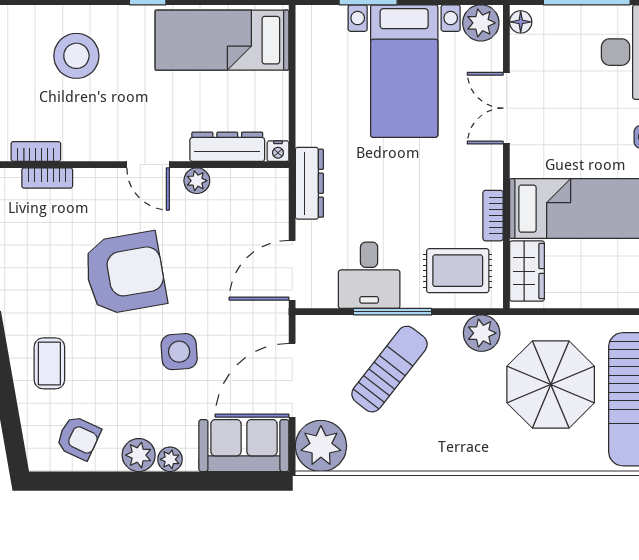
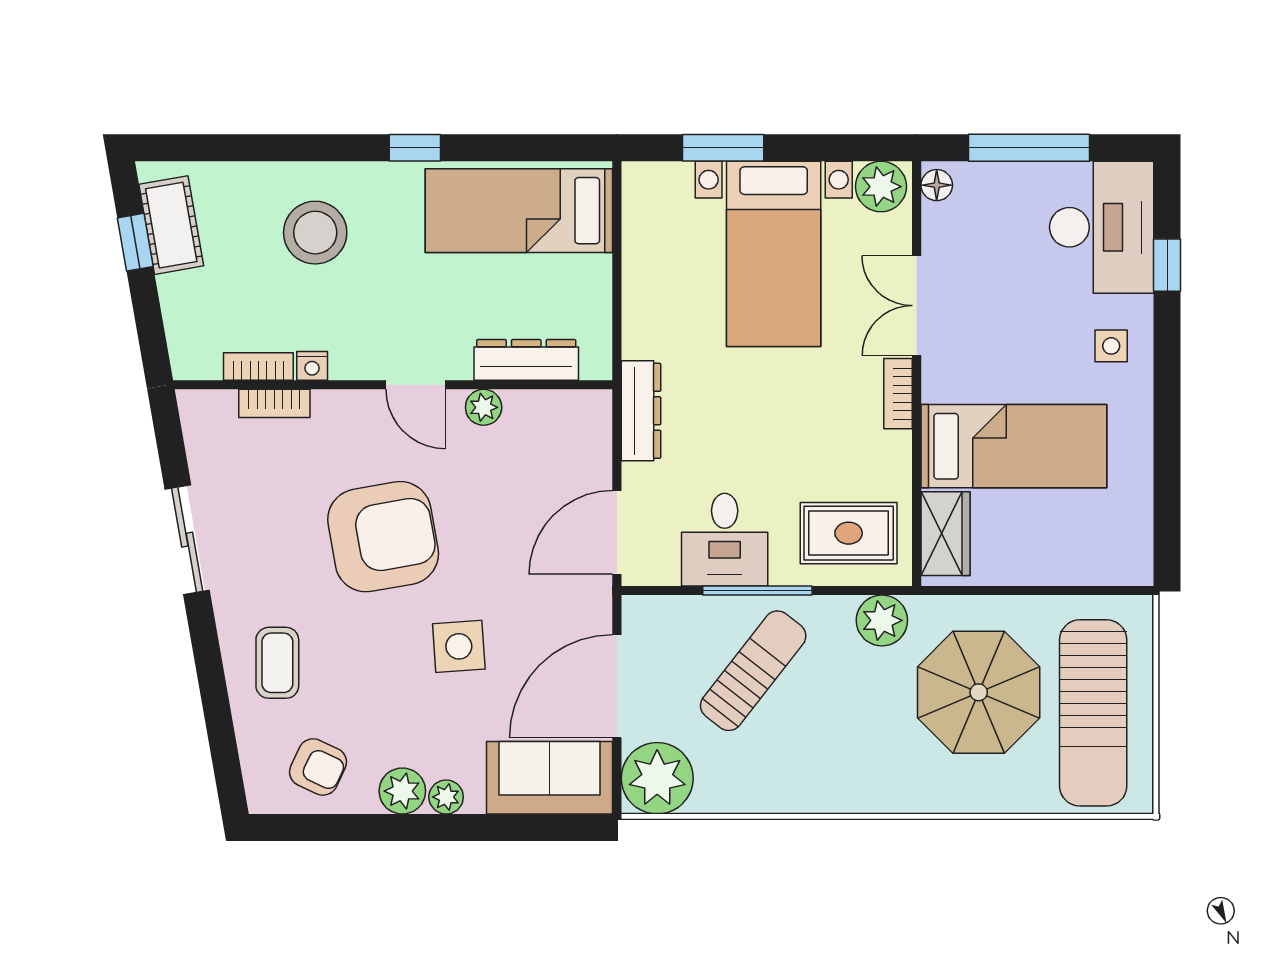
nightstand: (278, 151) -> (312, 366), moved
bookcase: (493, 216) -> (898, 394), moved

